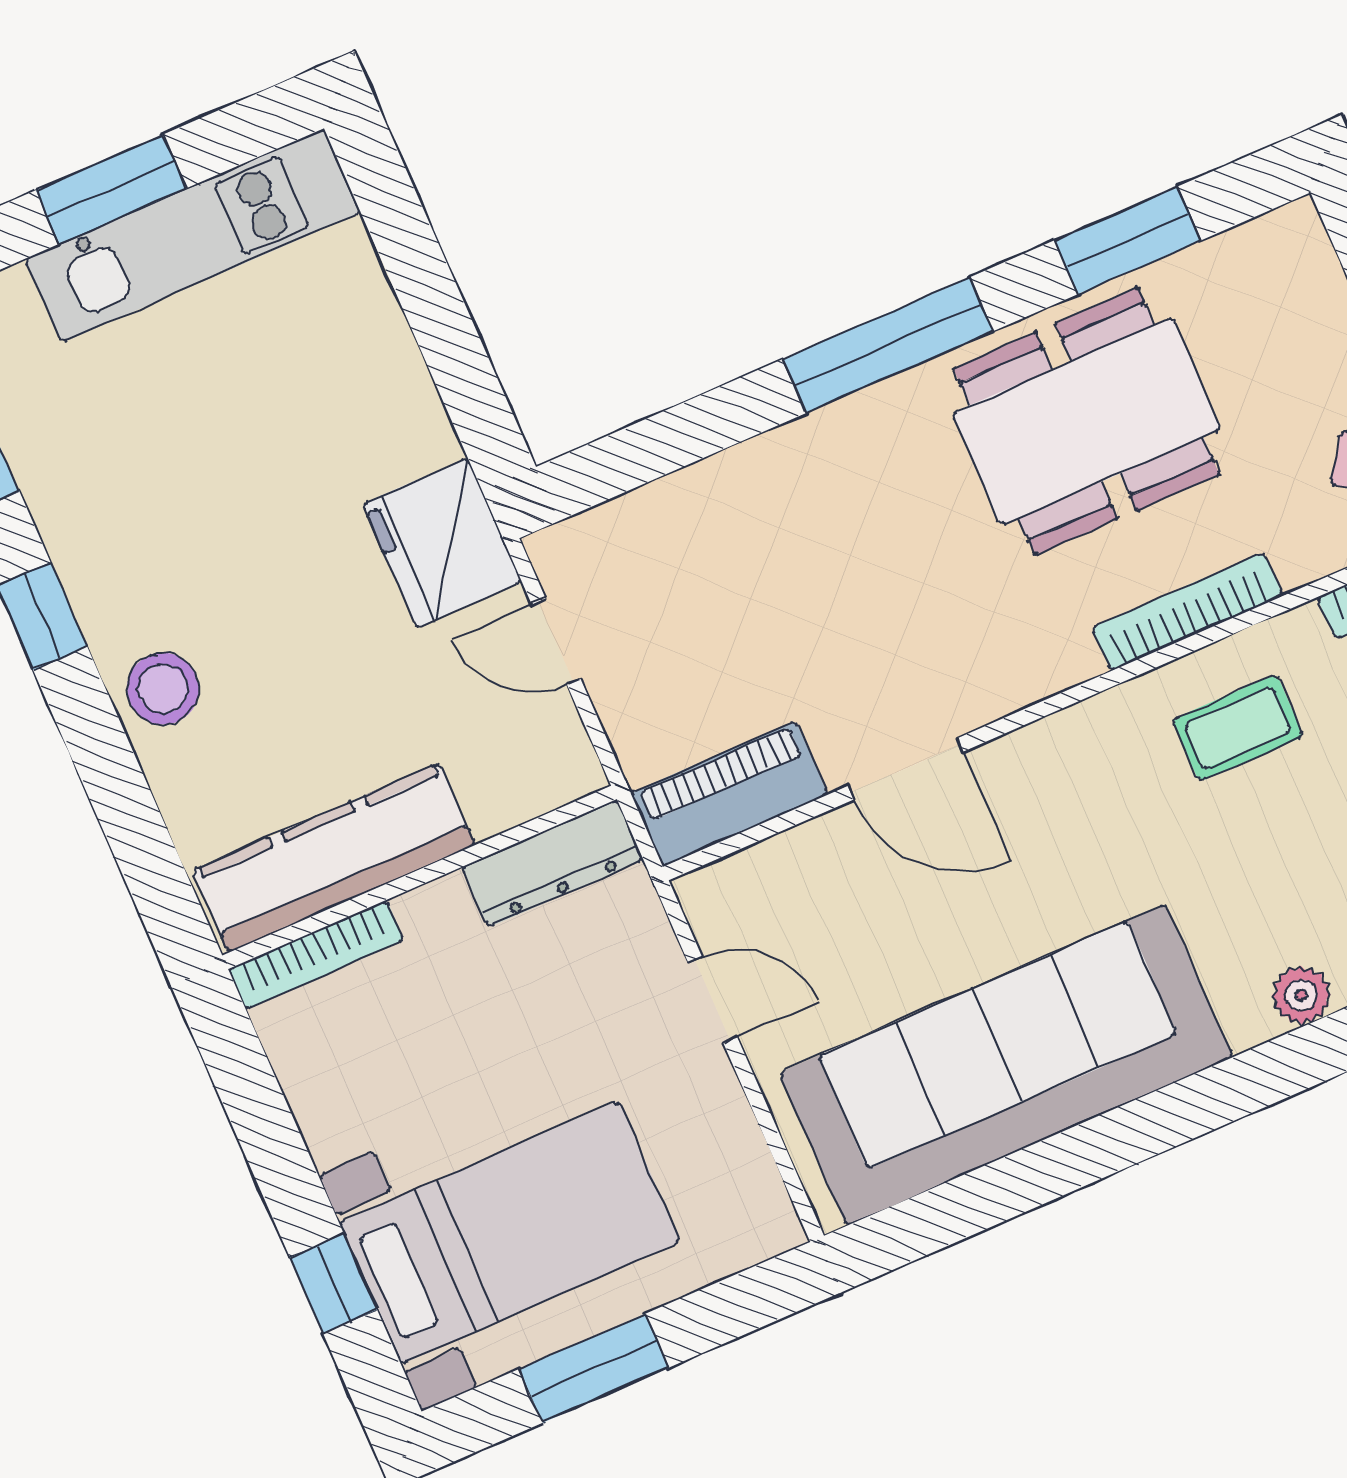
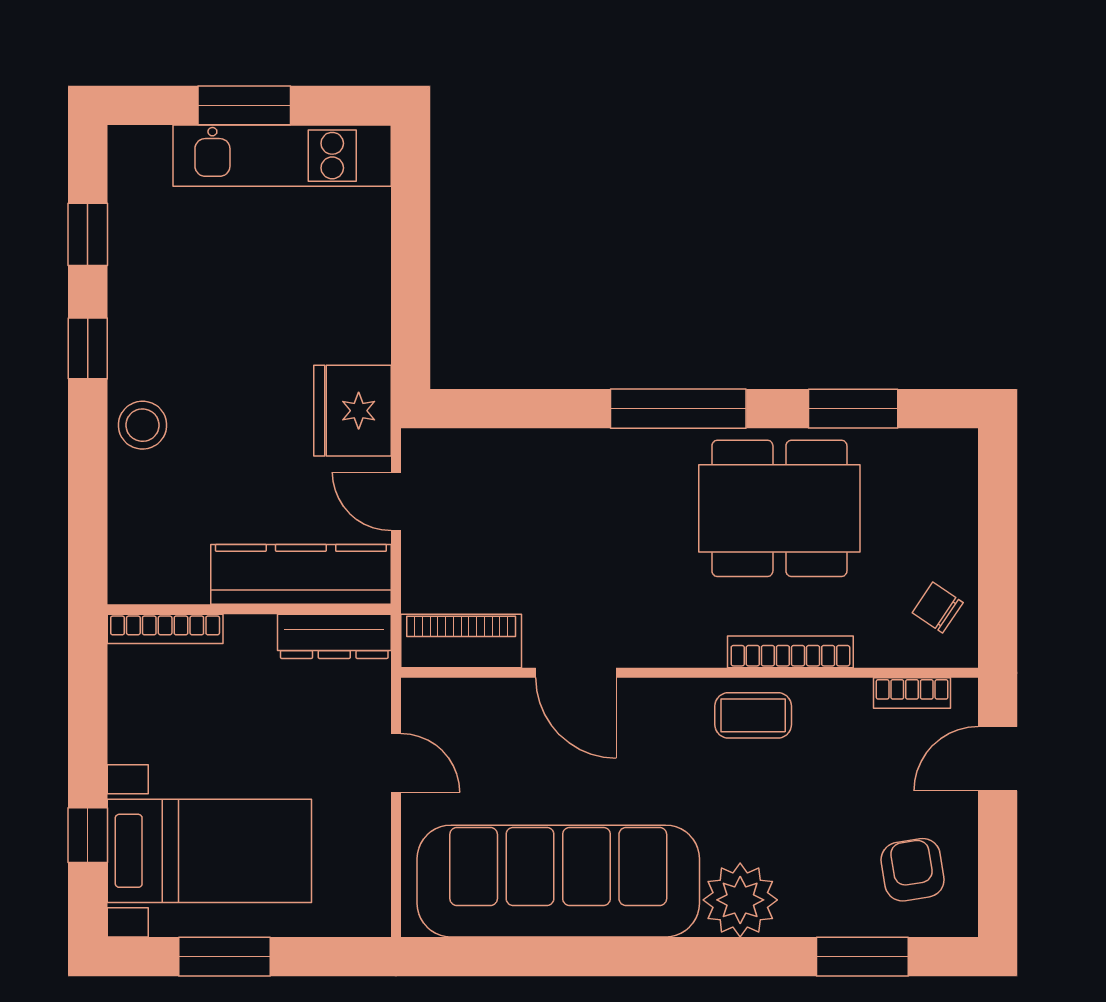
coffee table: (1238, 728) -> (753, 715), moved
kitchen counter: (334, 858) -> (301, 574), moved
plant: (1301, 995) -> (740, 900), width x1.88, depth x1.88

